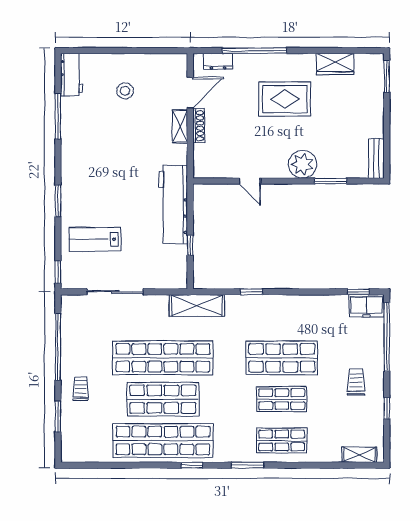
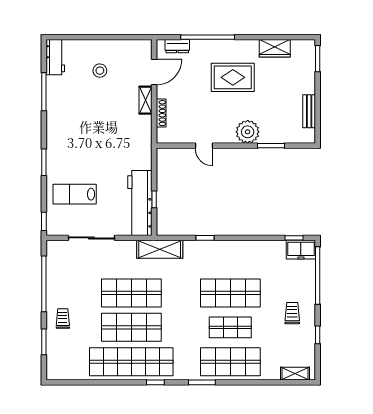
shoe rack: (199, 126) -> (161, 113), moved
bench: (376, 158) -> (309, 111), moved
workbench: (173, 204) -> (140, 203), moved
shop shelf: (163, 358) -> (131, 293), width x0.71
shop shelf: (282, 440) -> (230, 362), width x1.43, depth x1.36

